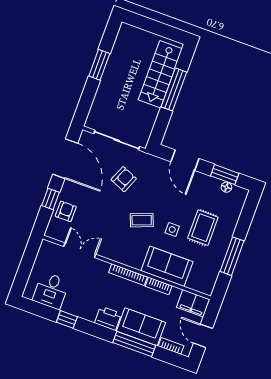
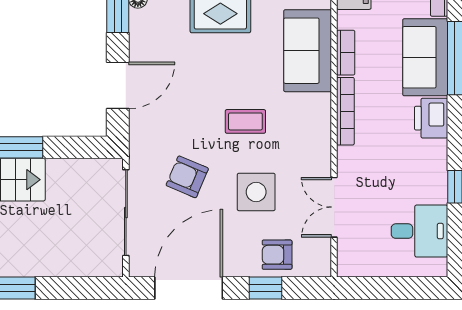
coffee table: (142, 220) -> (245, 121), turned -69
side table: (172, 230) -> (256, 192), moved, width x1.87, depth x1.87

